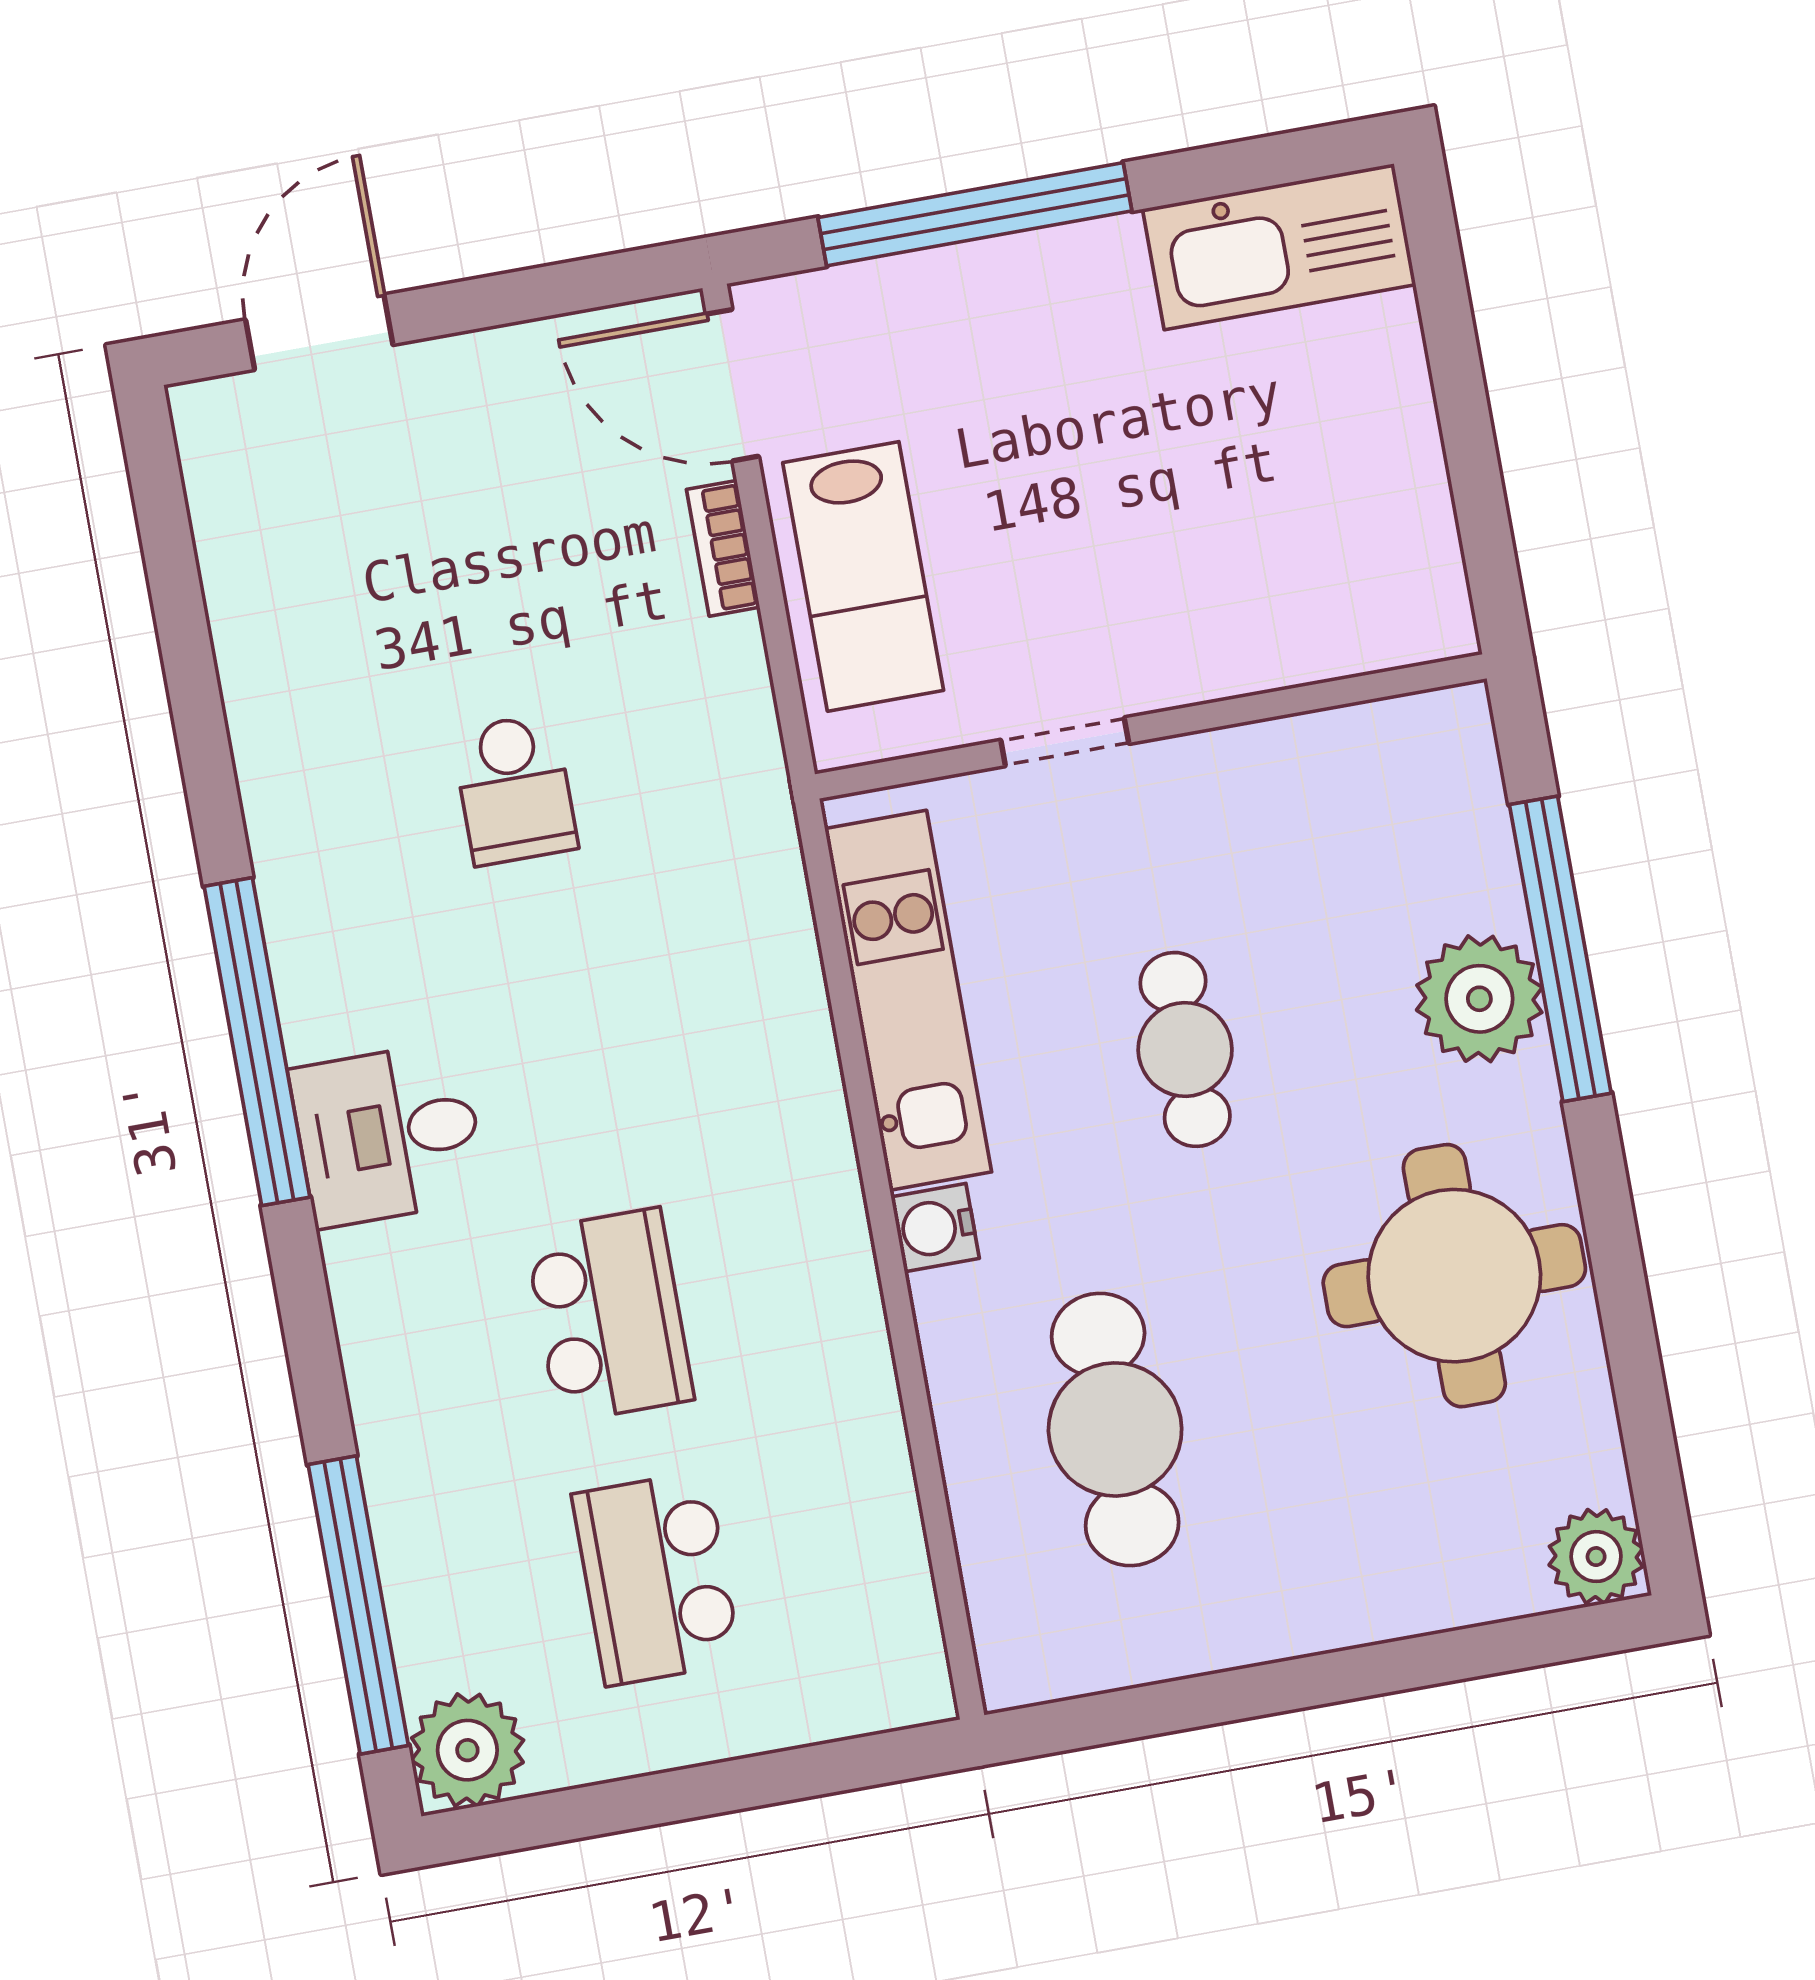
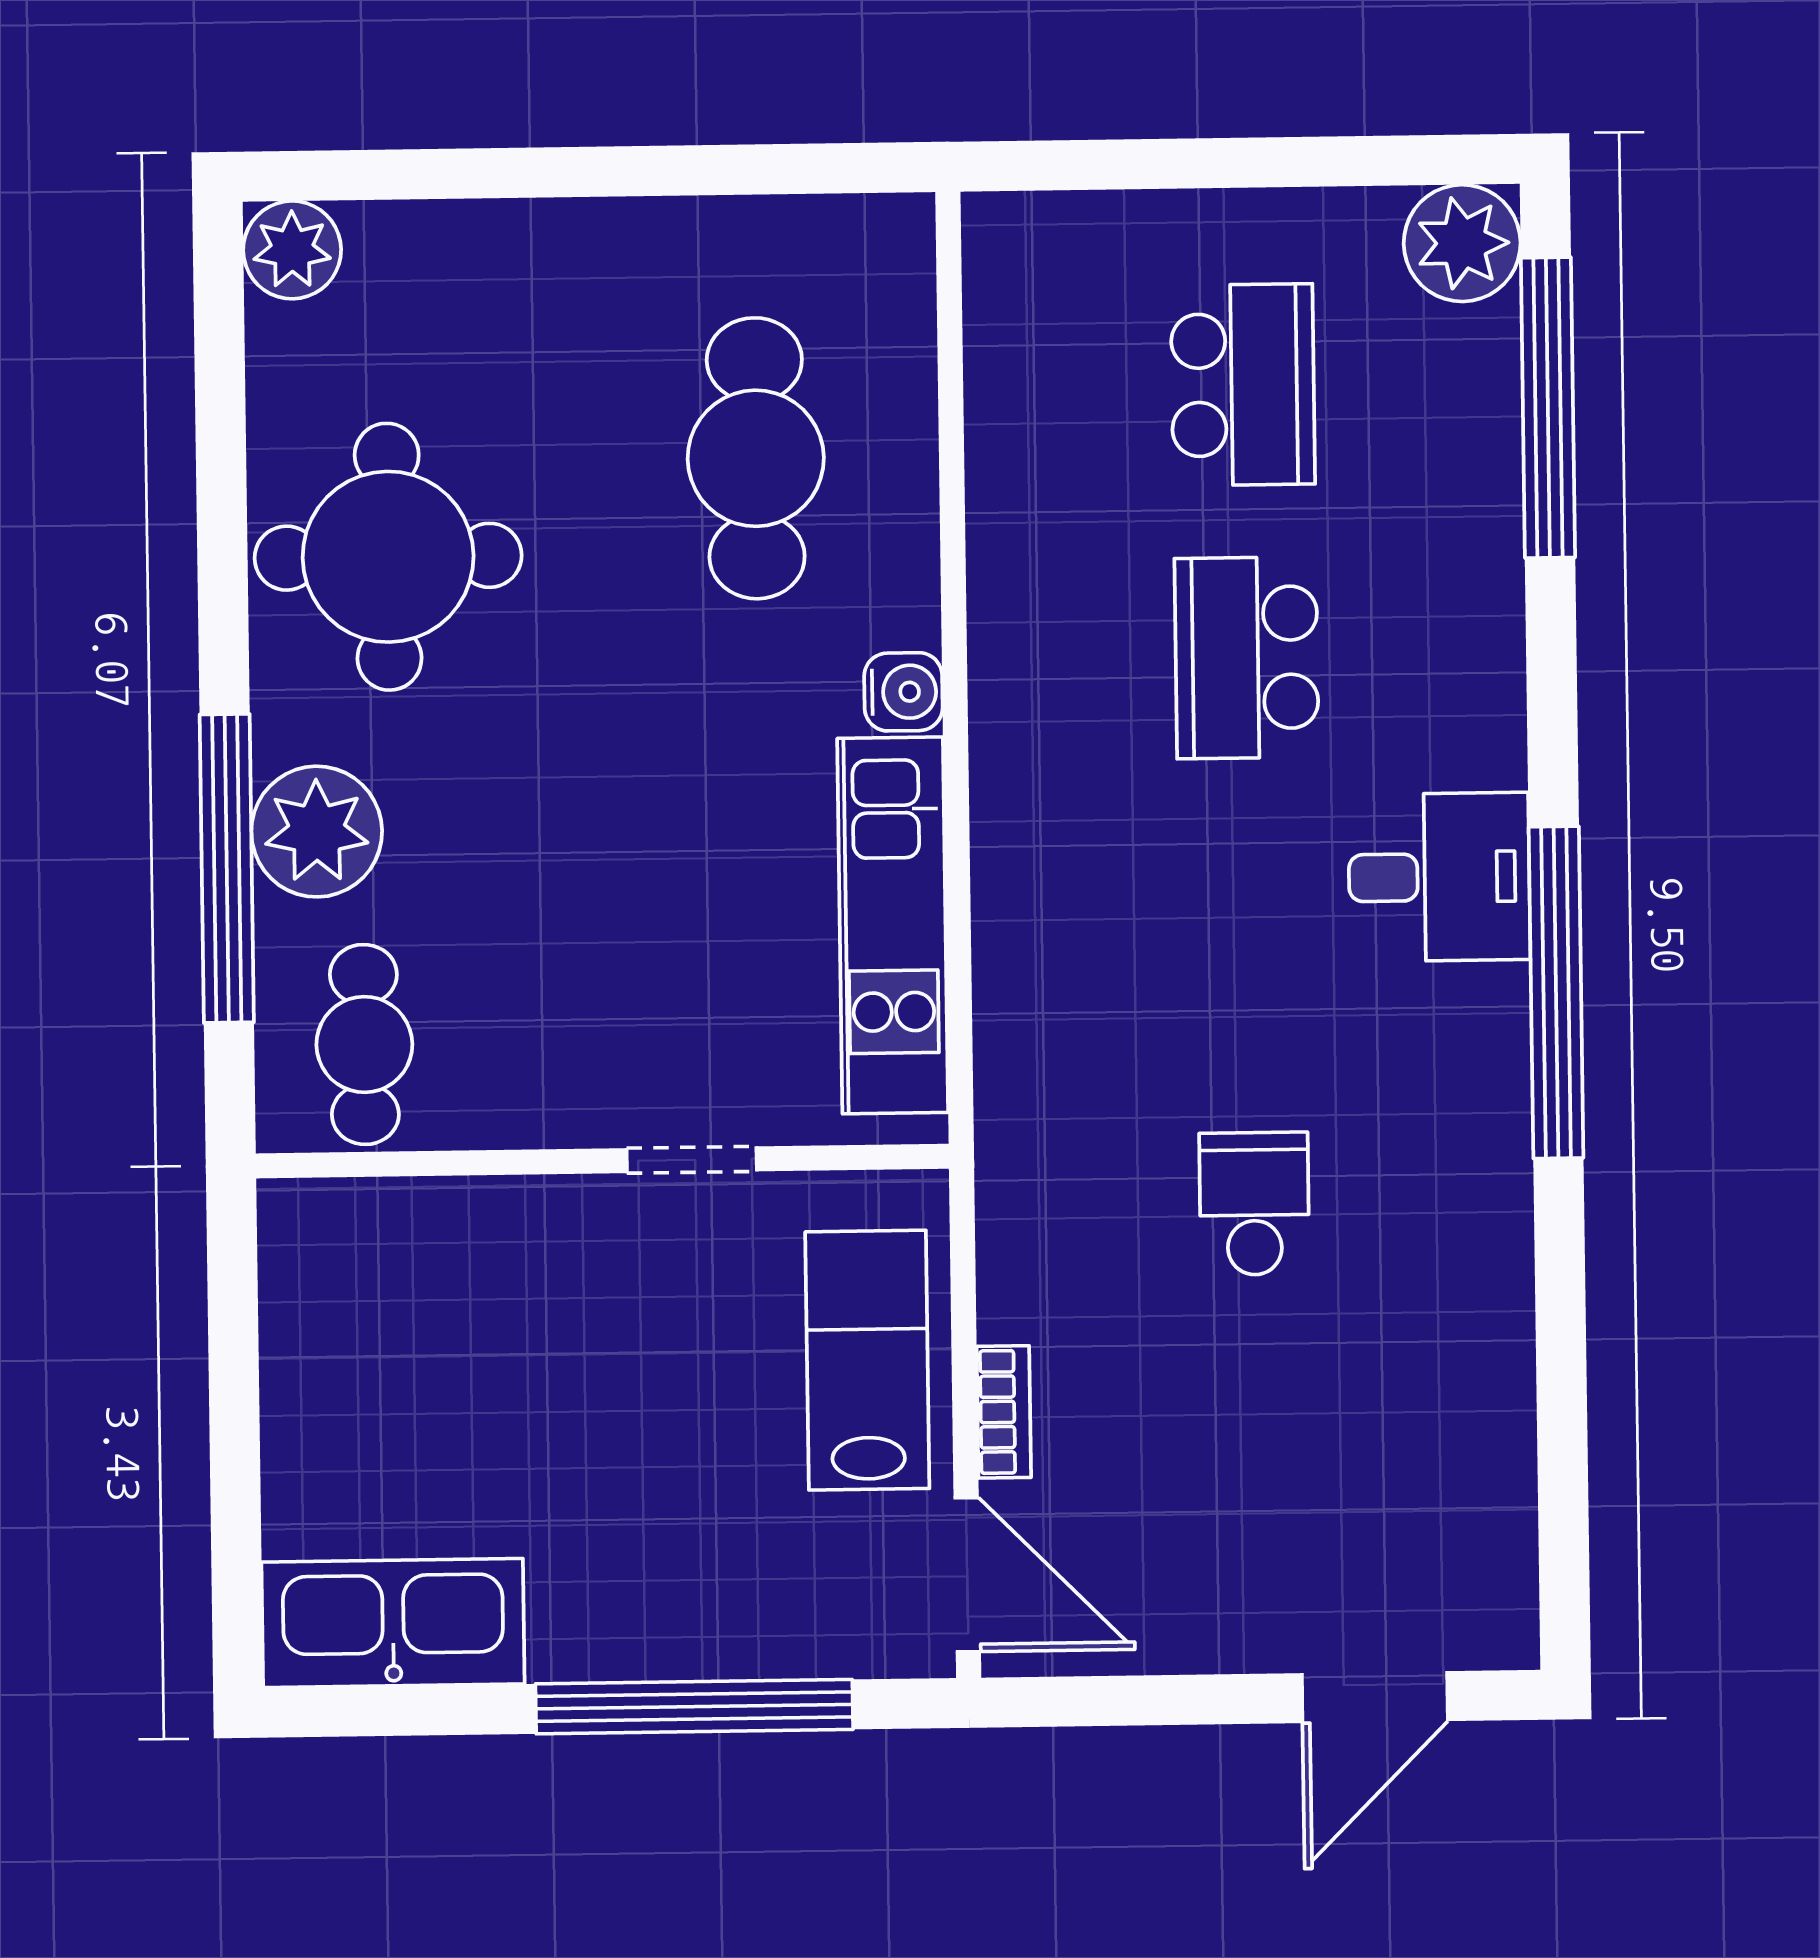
cafe table: (1185, 1049) -> (364, 1044), moved

